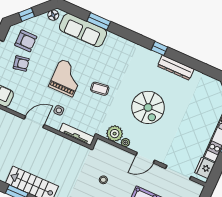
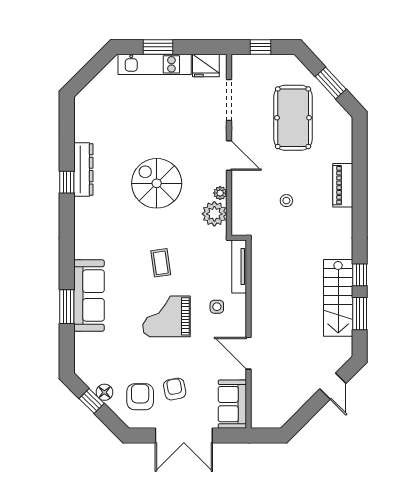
window: (27, 15) -> (92, 401), moved
floor lamp: (53, 15) -> (104, 392), moved
sofa: (83, 30) -> (89, 296), moved
window: (159, 48) -> (67, 182), moved
spiral stairs: (148, 107) -> (157, 183), turned -90
door: (34, 122) -> (249, 353), moved

